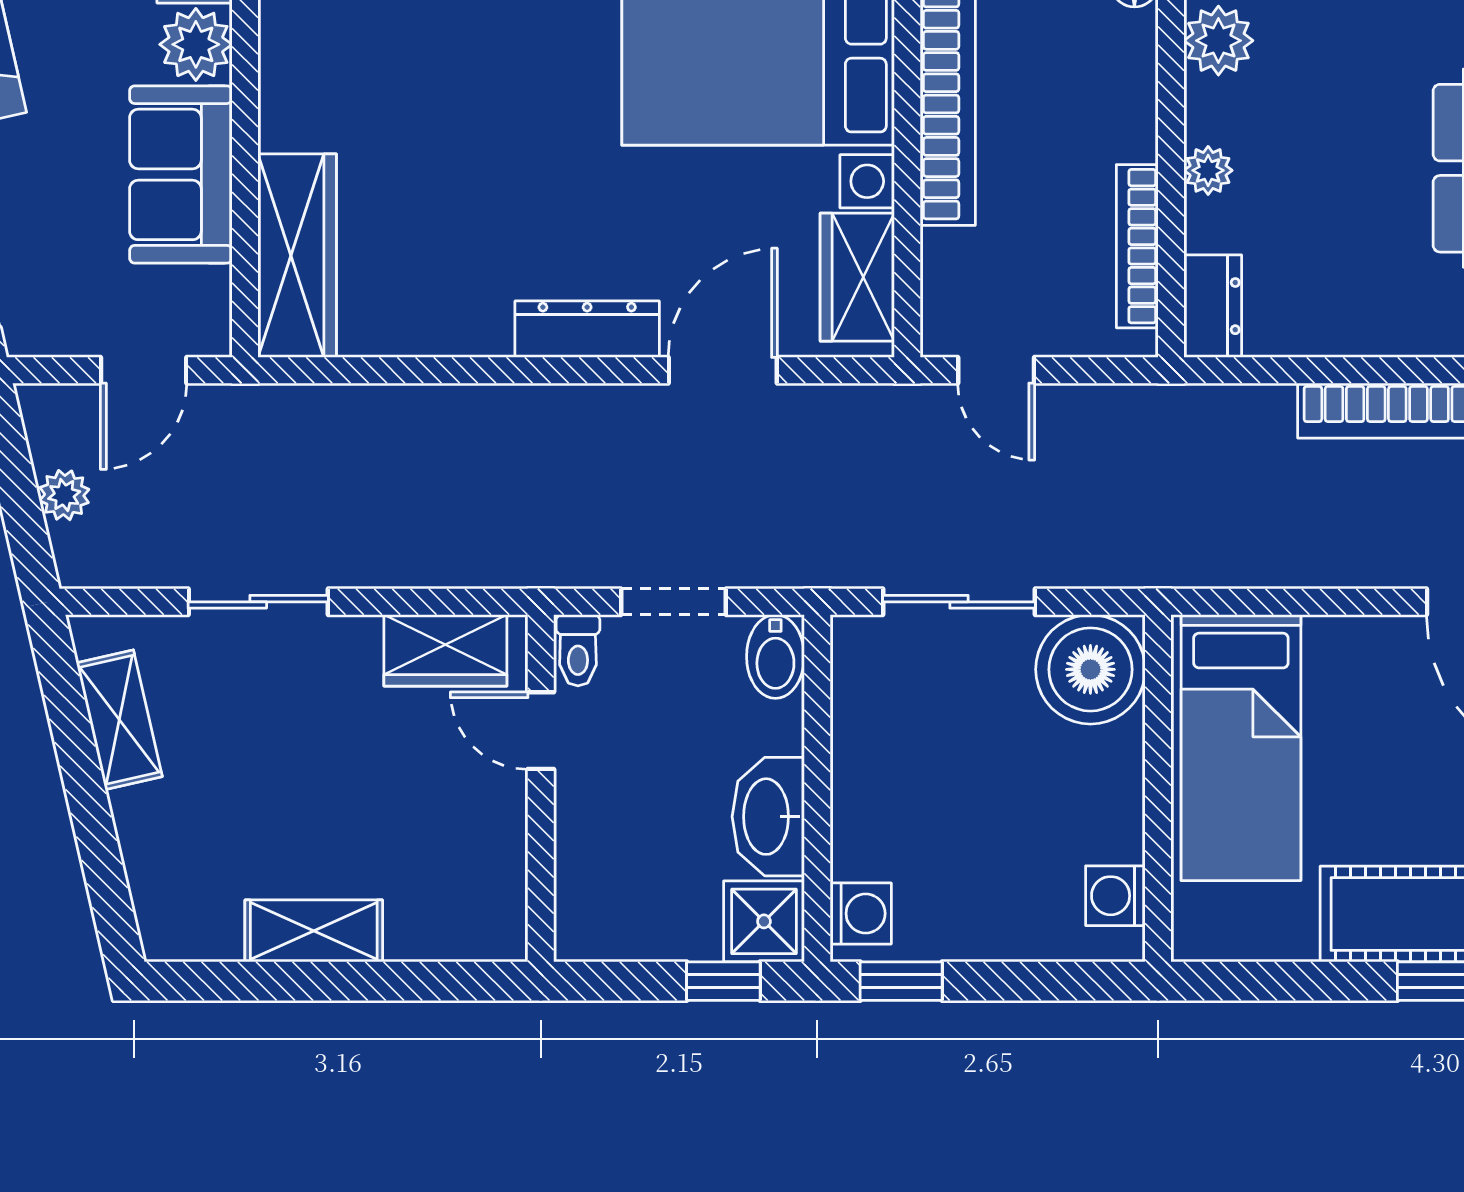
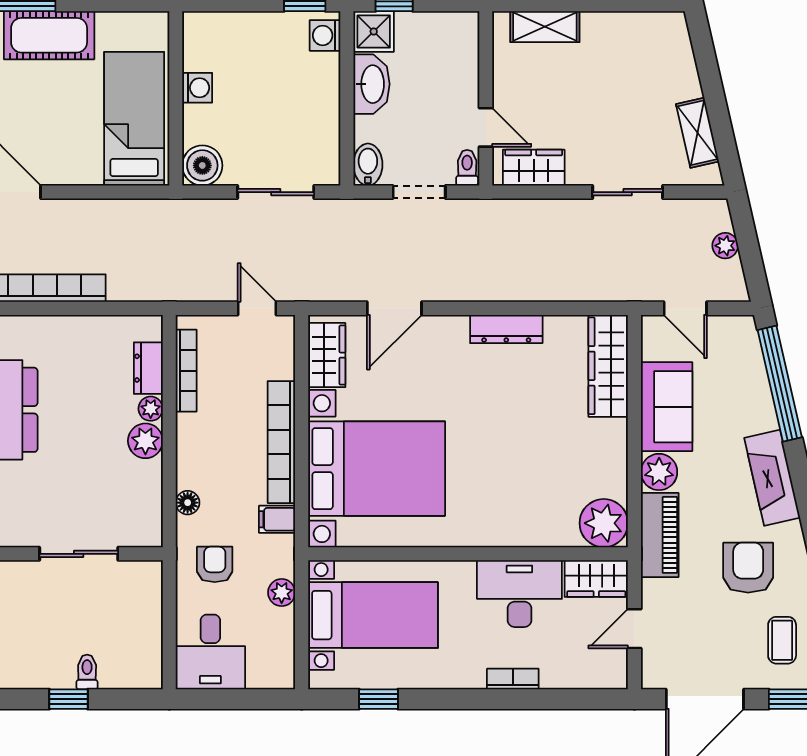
plant: (1218, 41) -> (145, 441), moved
dresser: (1213, 306) -> (148, 368), moved
dresser: (587, 329) -> (506, 329), moved
door: (144, 370) -> (685, 308), swing flipped
boiler: (1090, 669) -> (202, 165), width x0.73, depth x0.73
washing machine: (1115, 896) -> (197, 88), moved
shelving: (314, 931) -> (545, 27), moved

